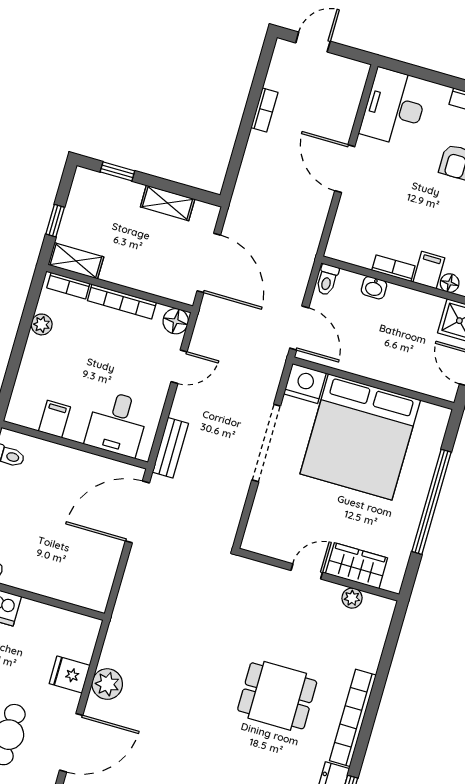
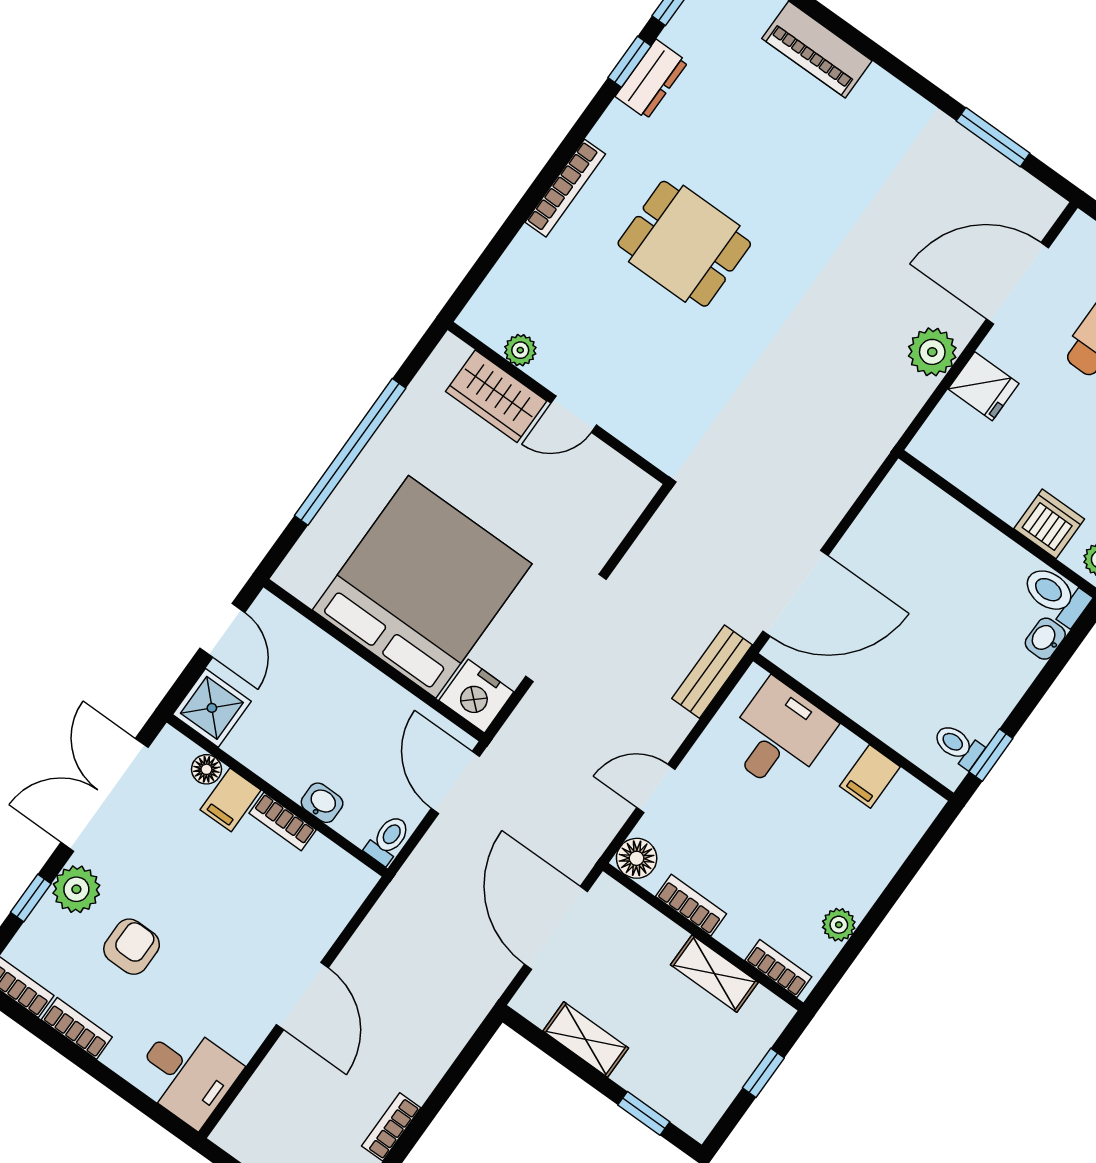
desk: (394, 107) -> (187, 1074), width x0.73
shelving: (76, 261) -> (714, 974), moved
bookcase: (122, 302) -> (691, 905), width x0.64
bookcase: (353, 718) -> (565, 188), width x0.68, depth x0.76

